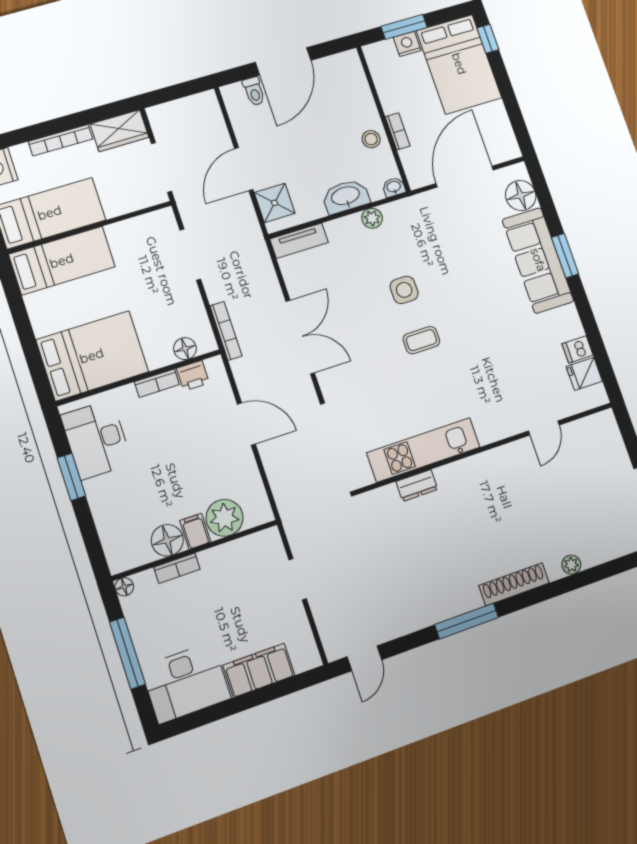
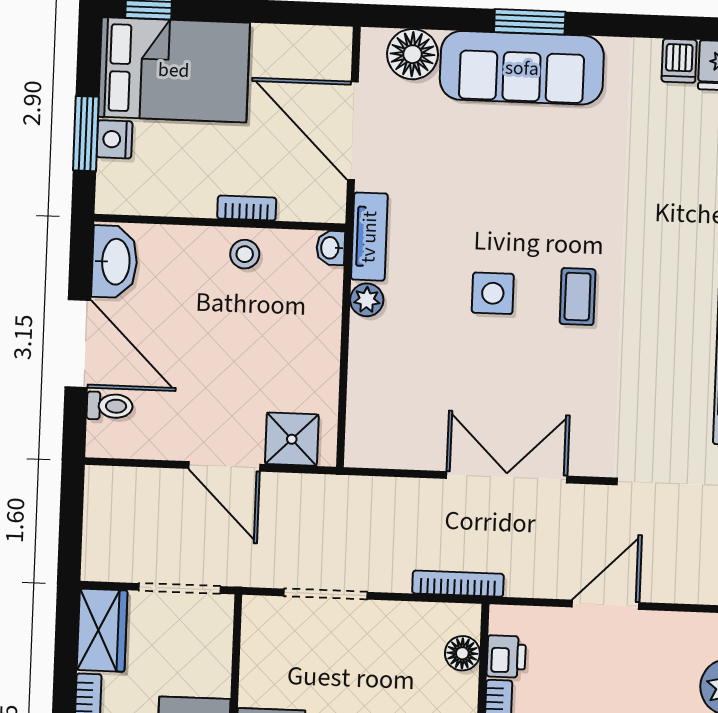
washbasin: (346, 196) -> (115, 262), moved, turned 180
tv unit: (299, 241) -> (369, 237), moved

